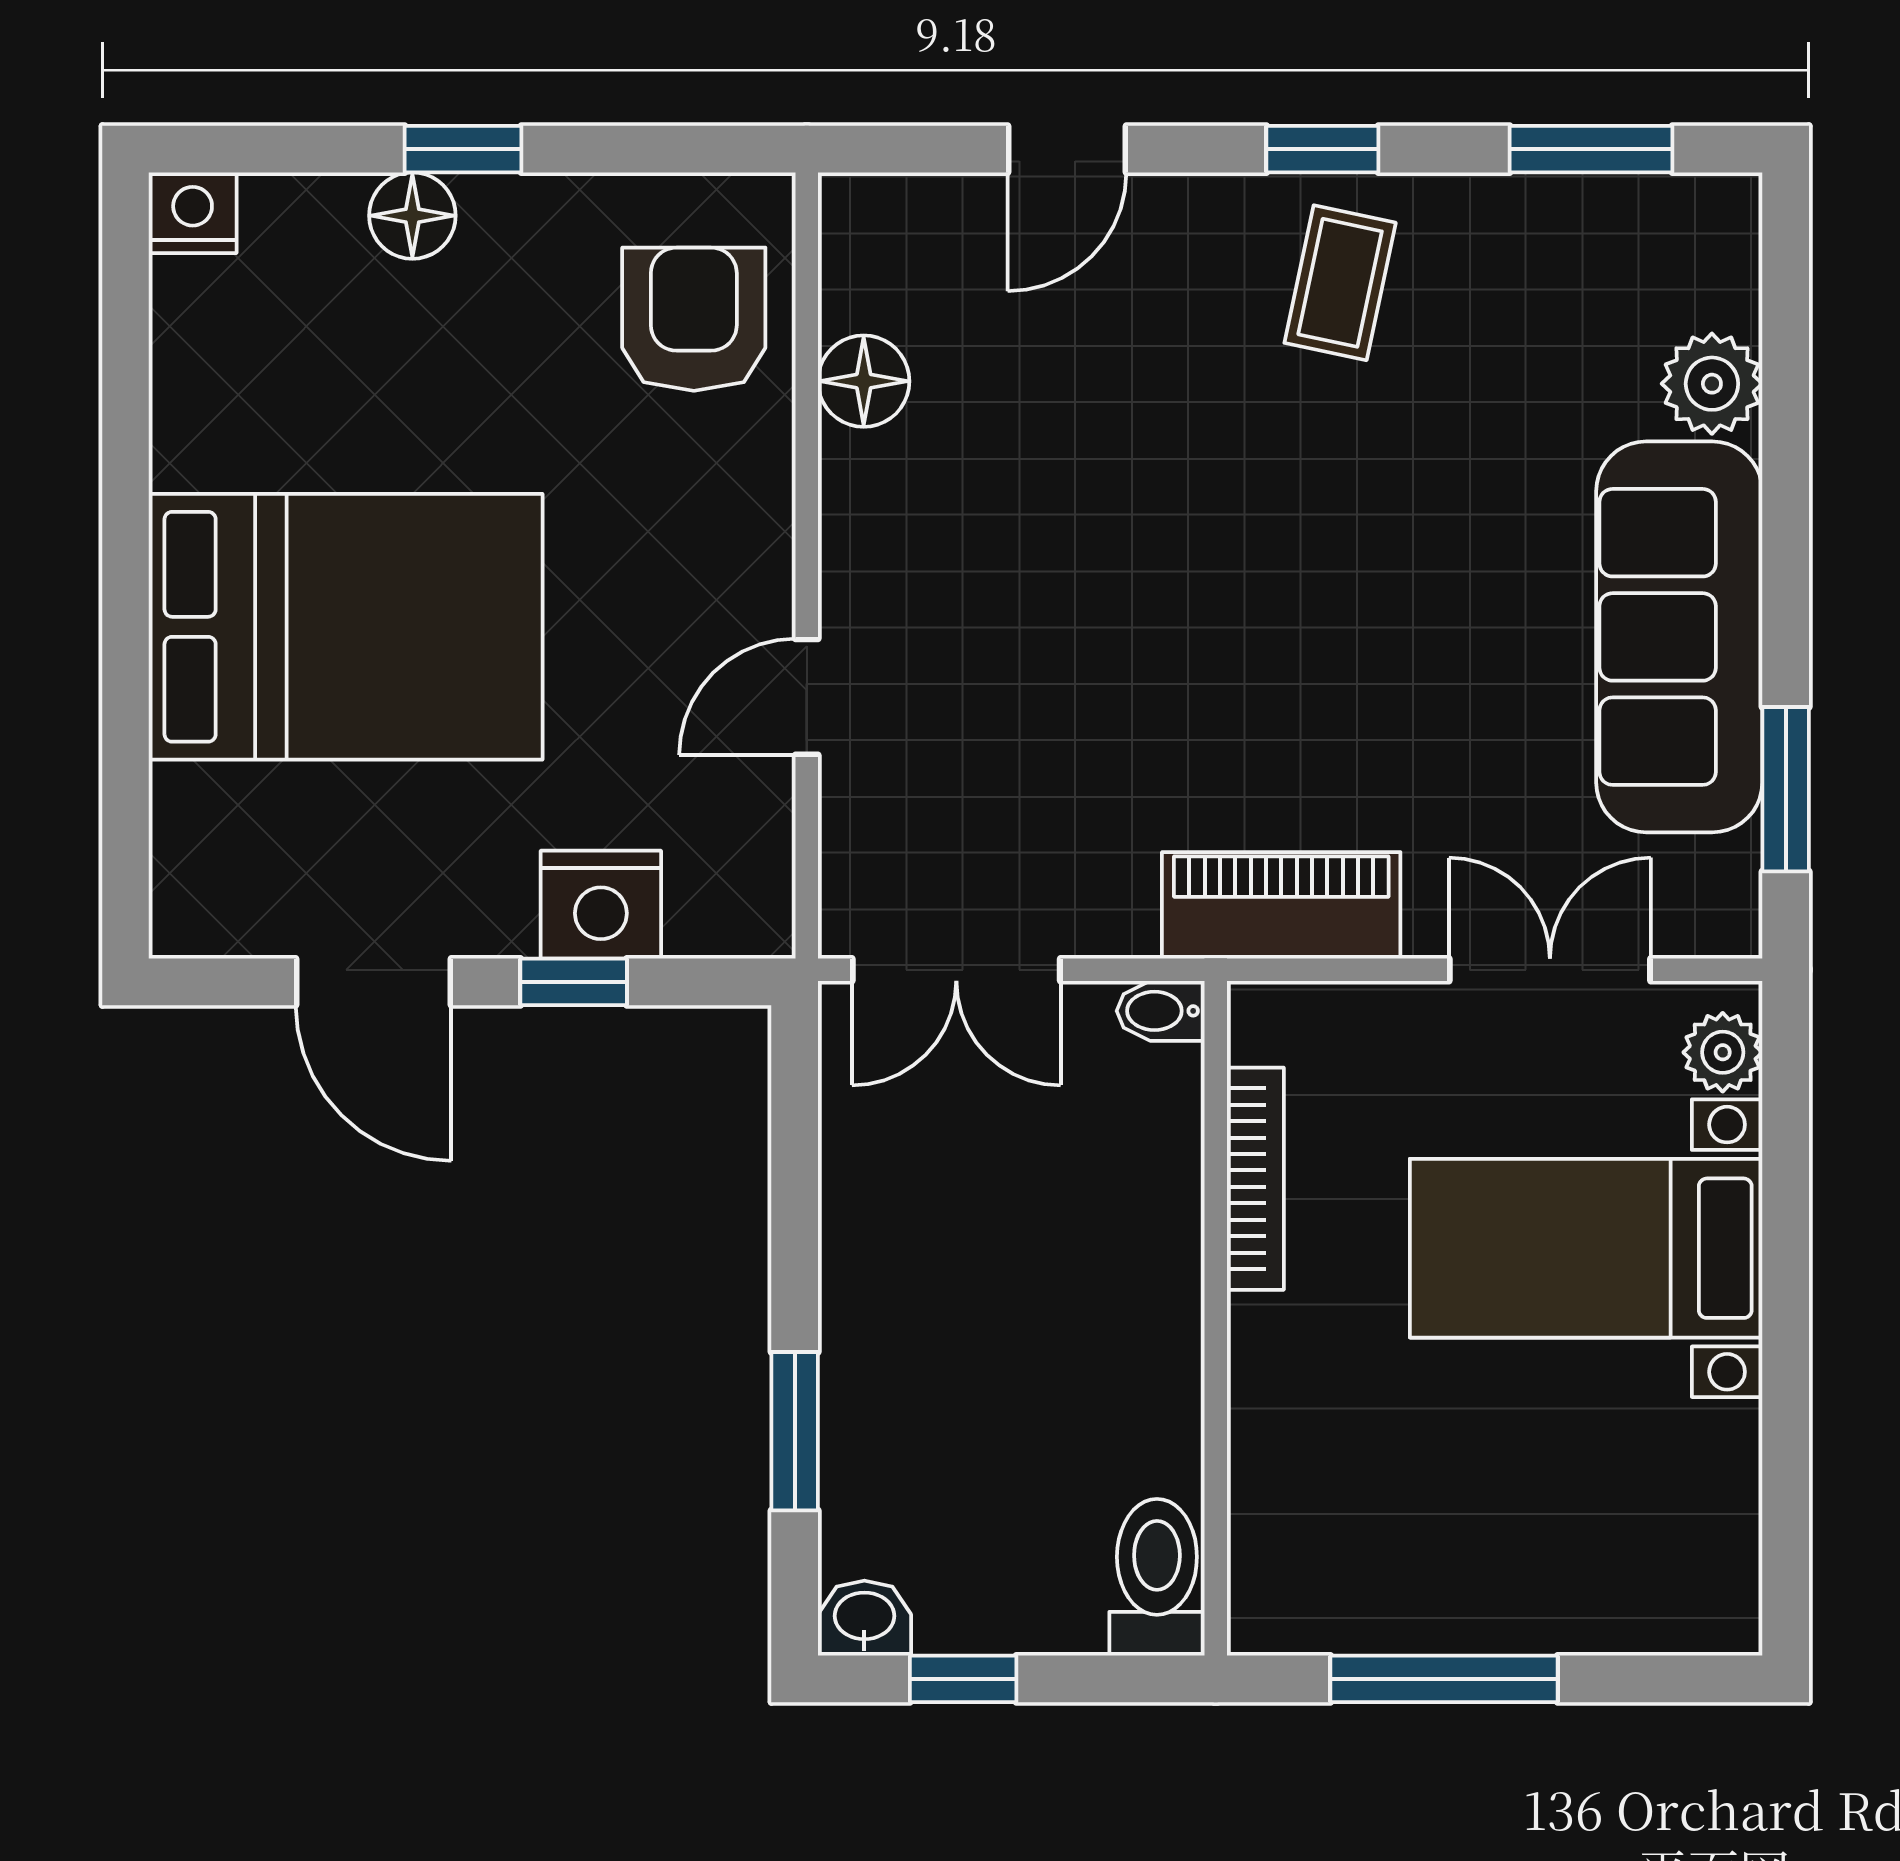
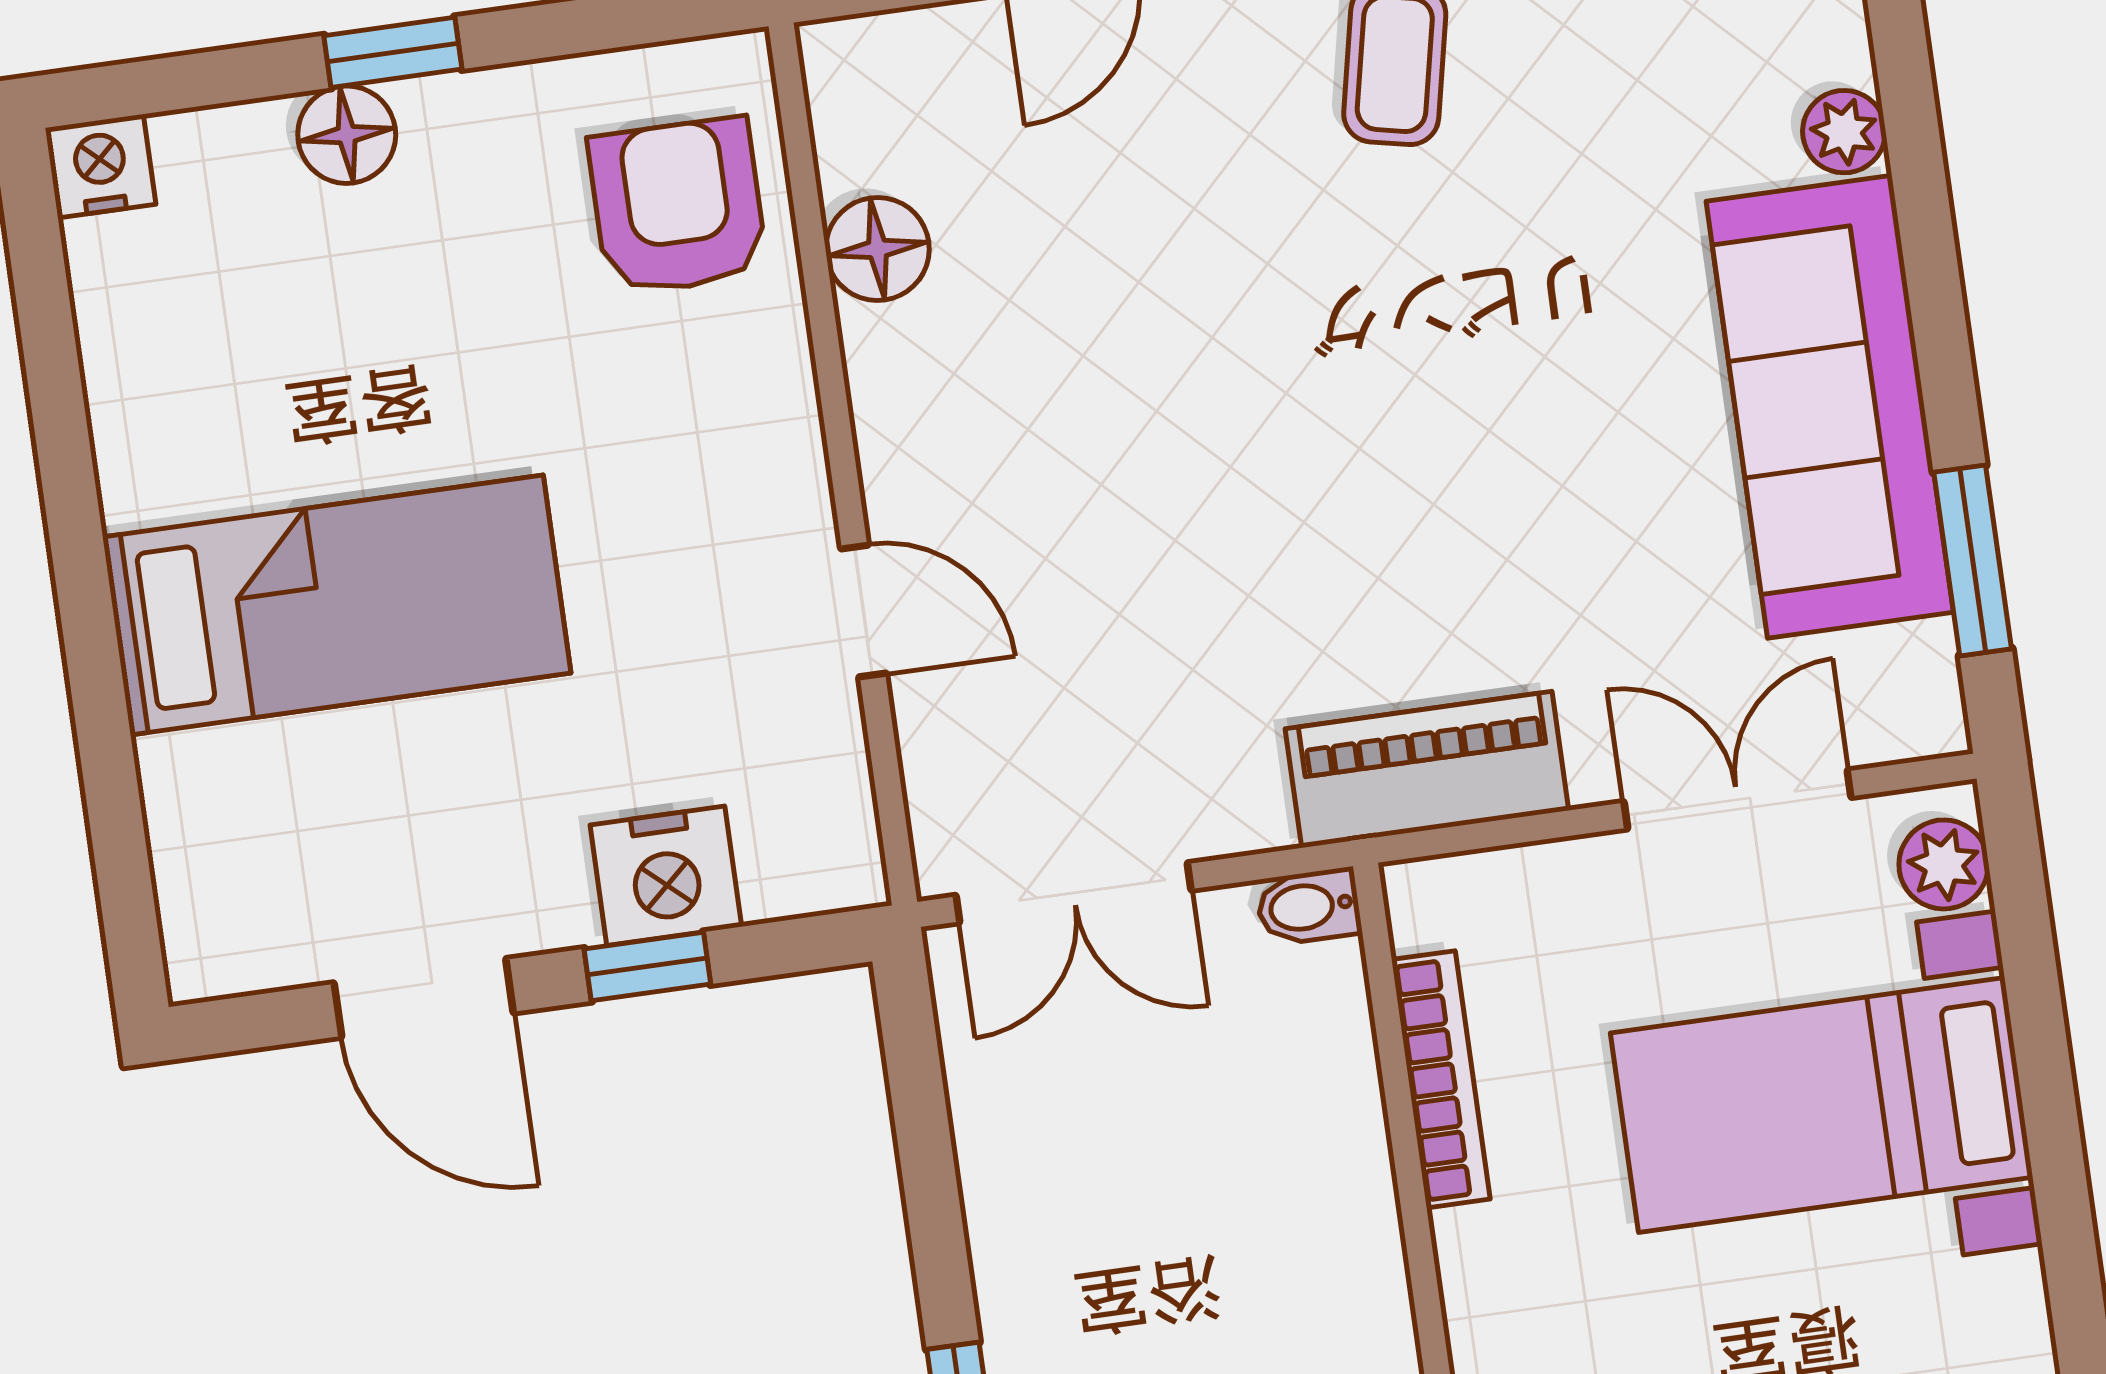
plant: (1712, 384) -> (1844, 132), width x0.73, depth x0.73
bed: (346, 627) -> (337, 605), width x0.67
door: (807, 697) -> (863, 611), swing flipped

